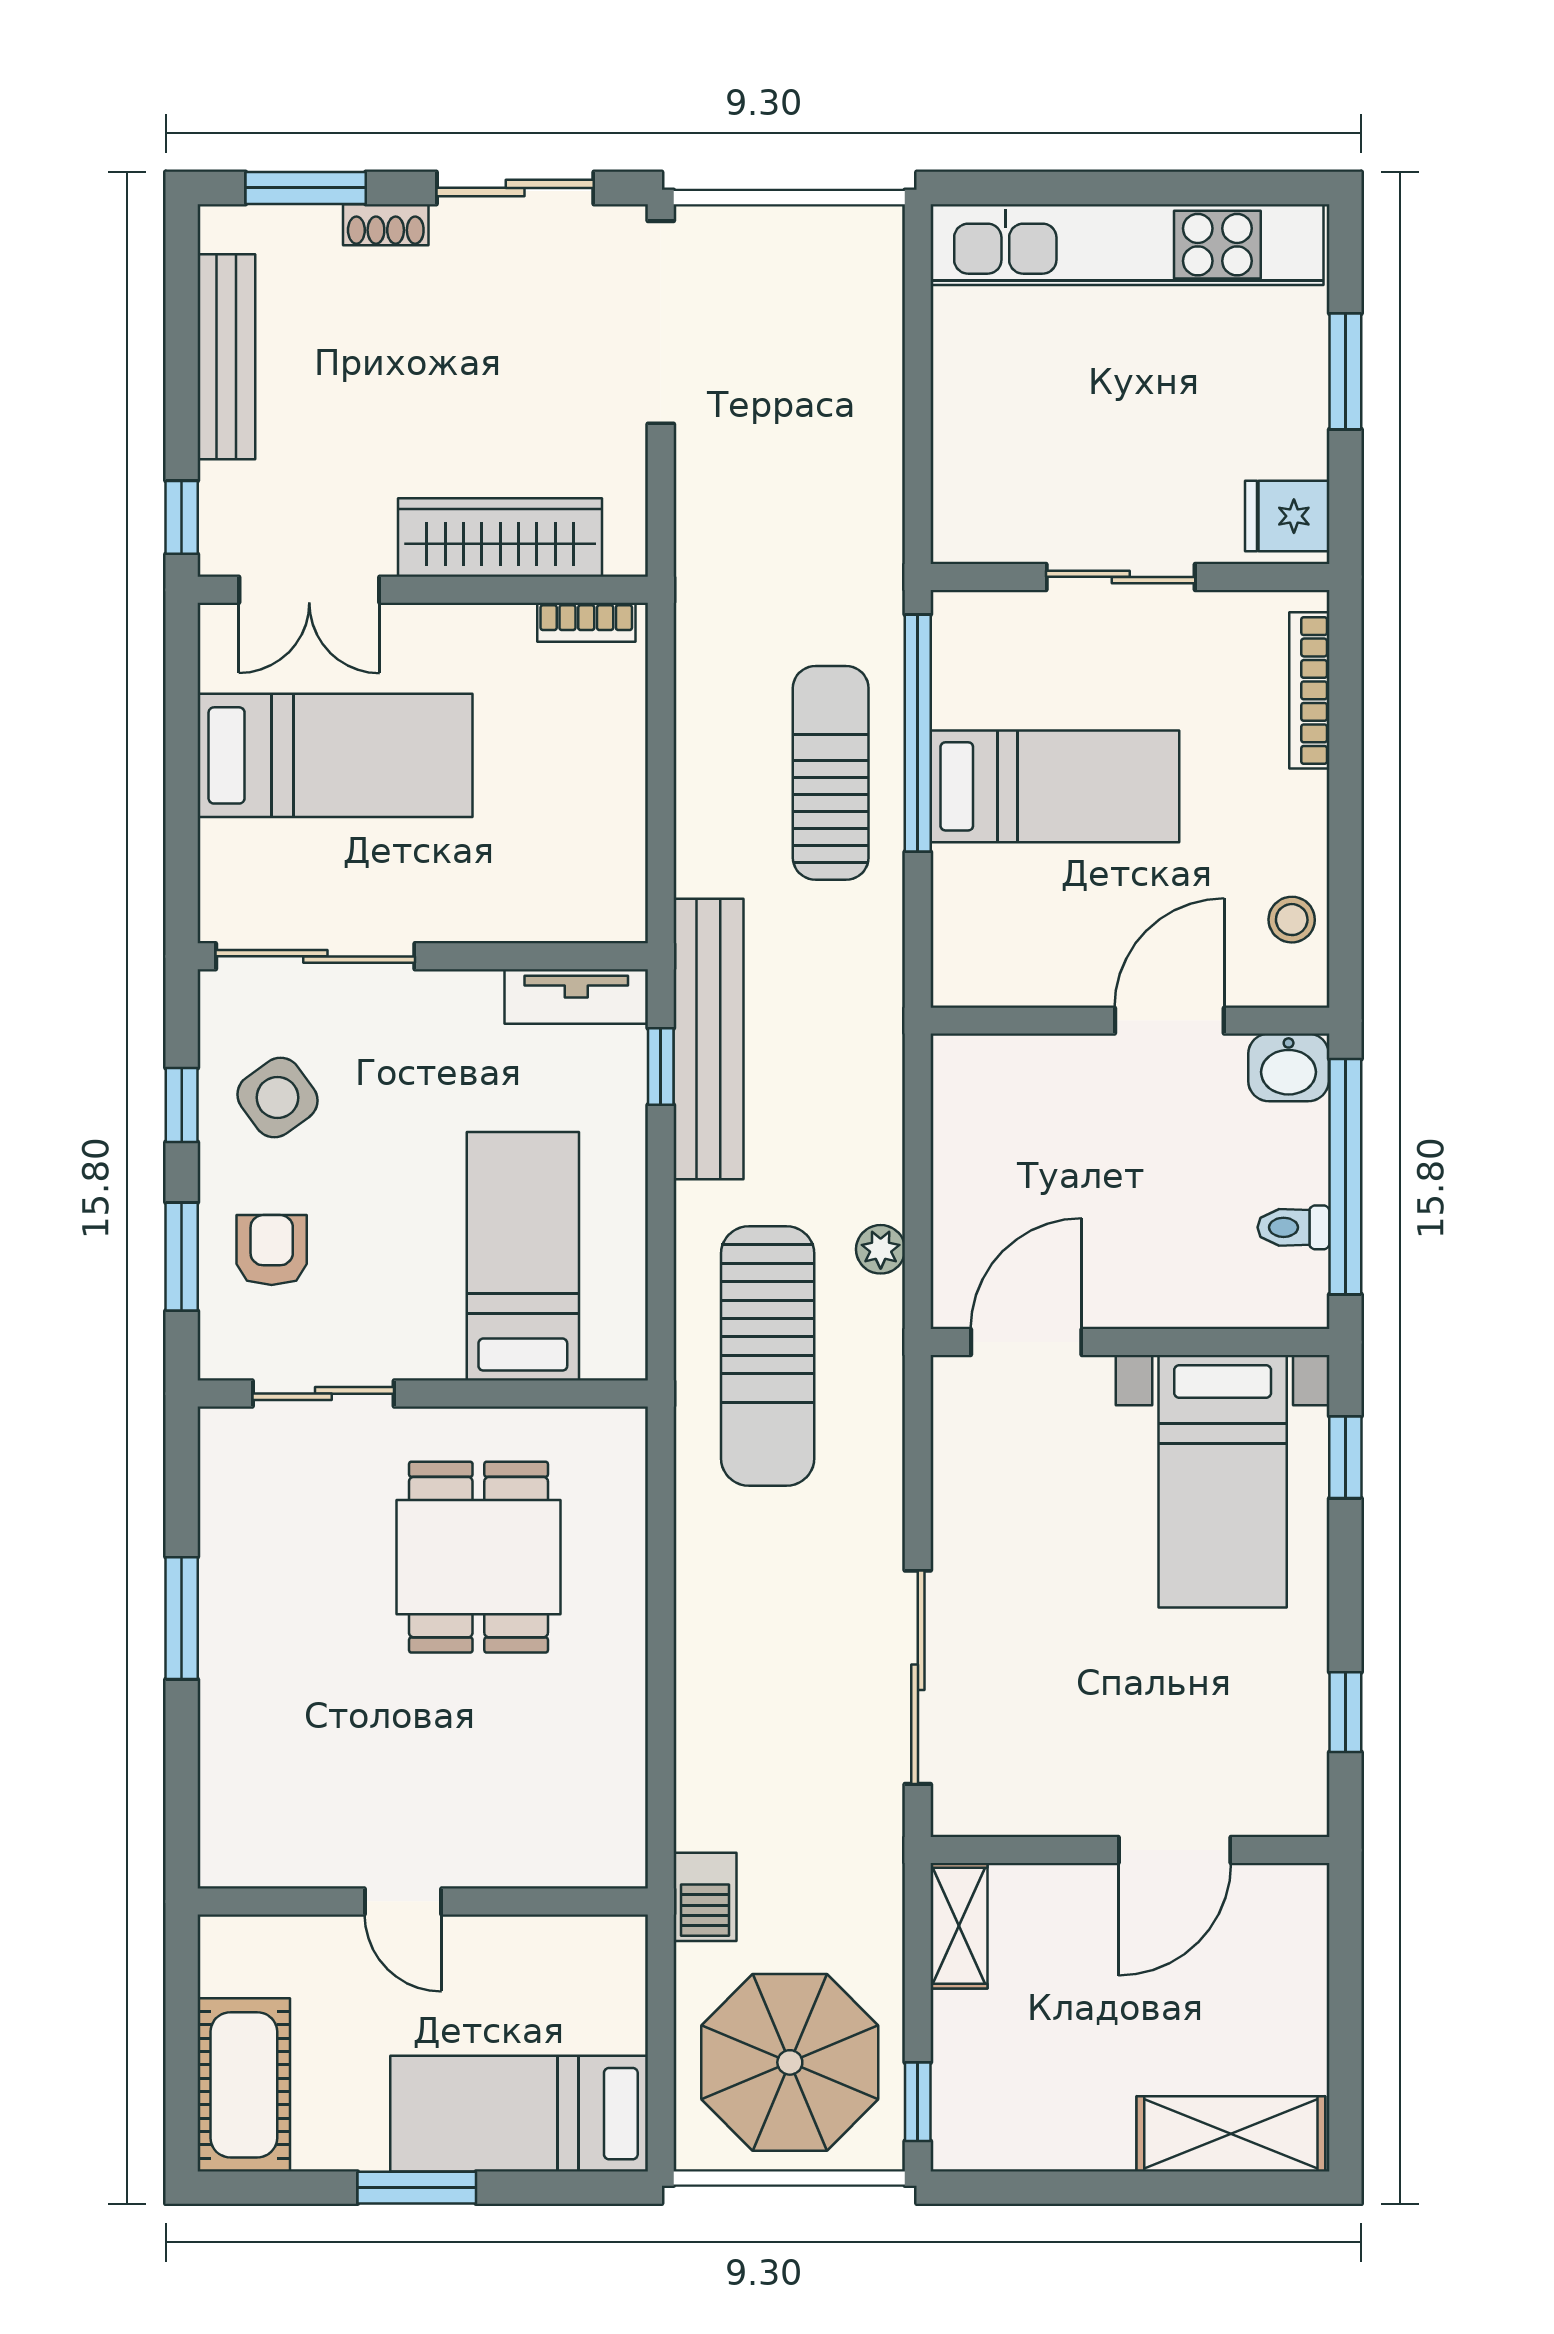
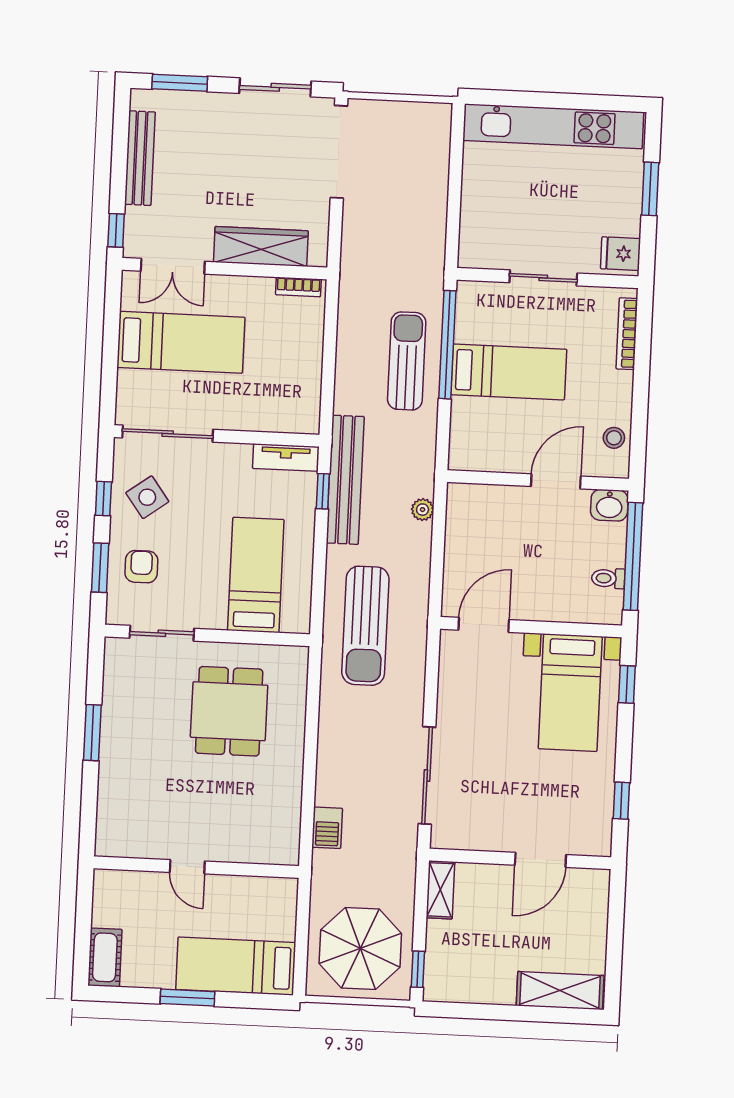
shoe rack: (386, 225) -> (215, 101), removed
plant: (881, 1249) -> (423, 510), moved
barbecue: (705, 1897) -> (327, 828), moved
cot: (244, 2085) -> (105, 957), width x0.73, depth x0.75

